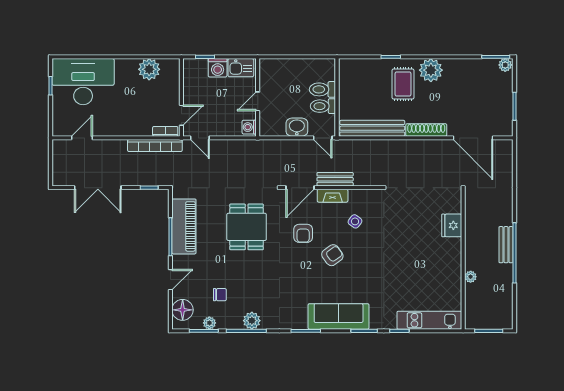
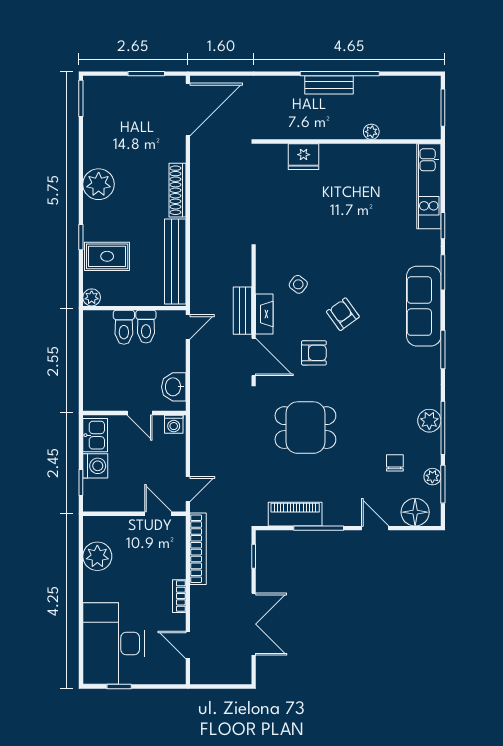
plant: (505, 65) -> (92, 297), moved
rug: (403, 84) -> (107, 256), moved
washbasin: (297, 127) -> (174, 387), moved
bookcase: (165, 131) -> (179, 596), moved
door: (473, 138) -> (188, 110), moved
piano: (184, 226) -> (295, 514), width x0.73, depth x0.75

